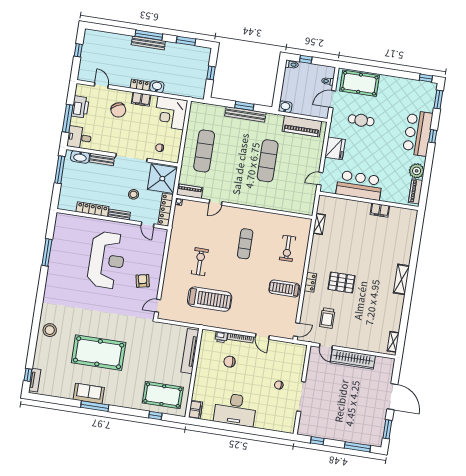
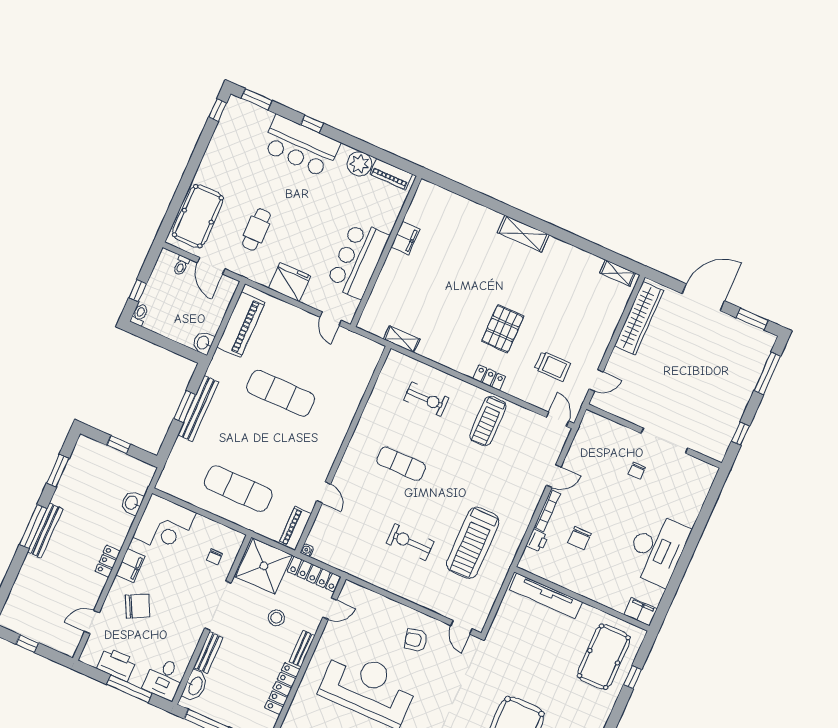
washbasin: (157, 87) -> (132, 503), moved
treadmill: (210, 299) -> (473, 543), turned 180
wardrobe: (353, 359) -> (639, 318), moved

